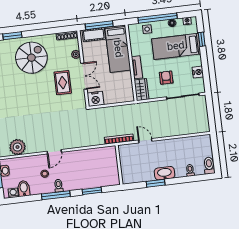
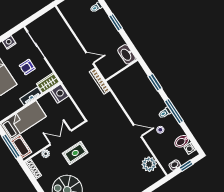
nightstand: (96, 99) -> (59, 94), moved
door: (145, 141) -> (90, 58), swing flipped
washbasin: (165, 173) -> (127, 54), moved
window: (156, 183) -> (116, 22), moved

